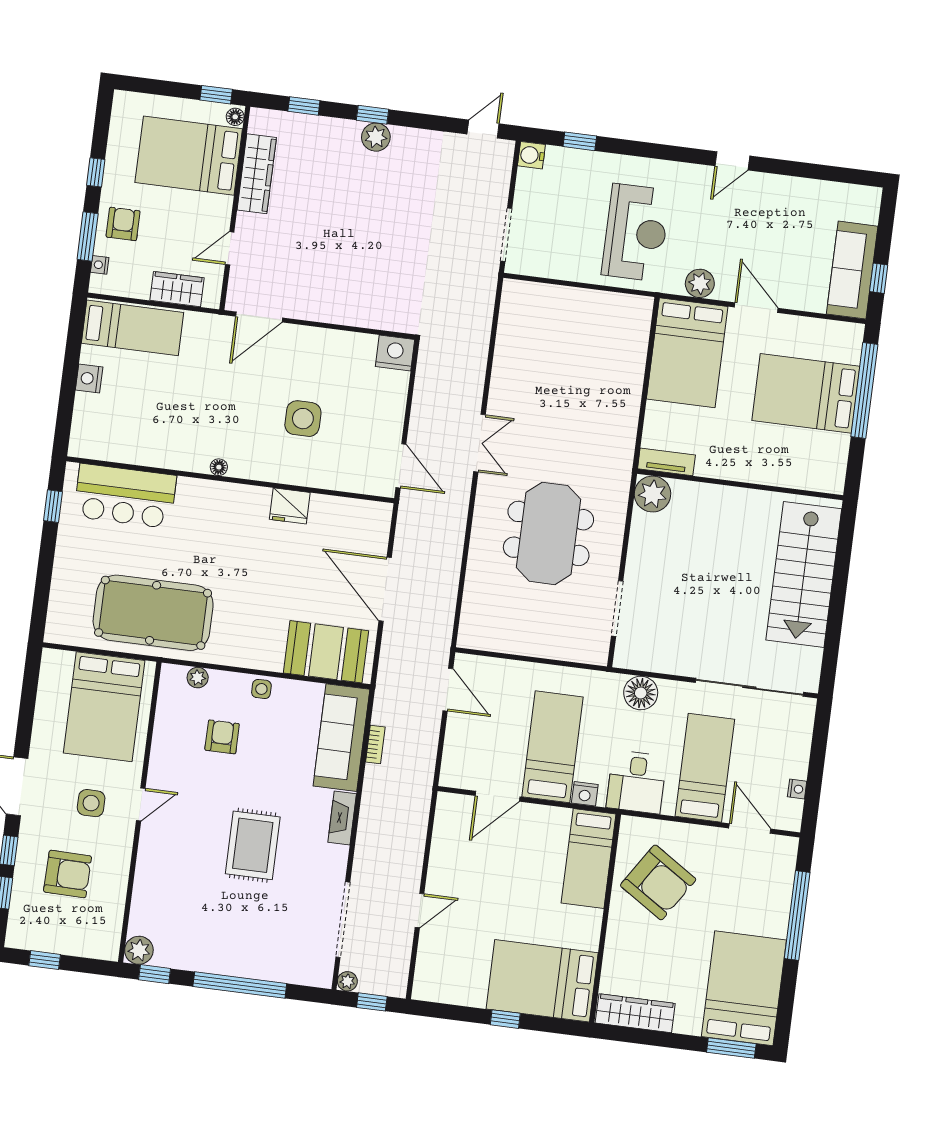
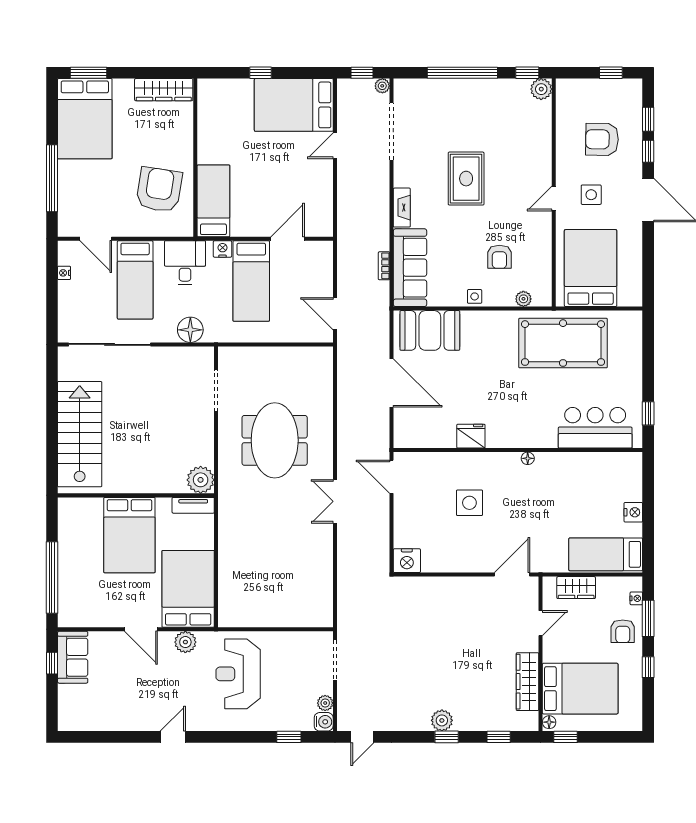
plant: (526, 180) -> (325, 703), added
sofa: (852, 270) -> (73, 657), width x0.73
bed: (806, 393) -> (129, 535), moved, turned 90
armchair: (658, 882) -> (159, 190), turned 66
bed: (542, 981) -> (294, 105), moved, turned 180

